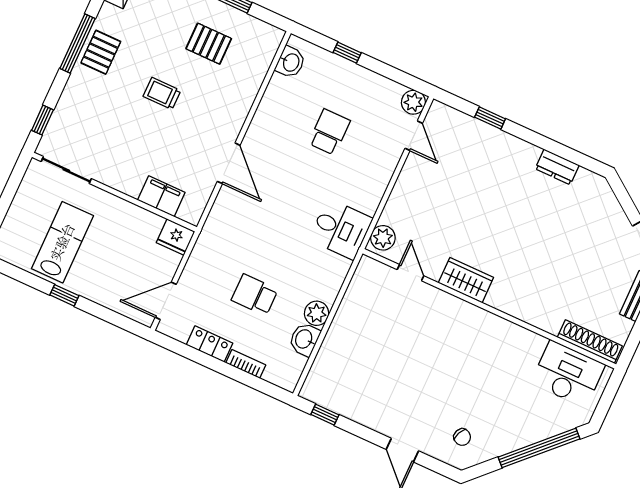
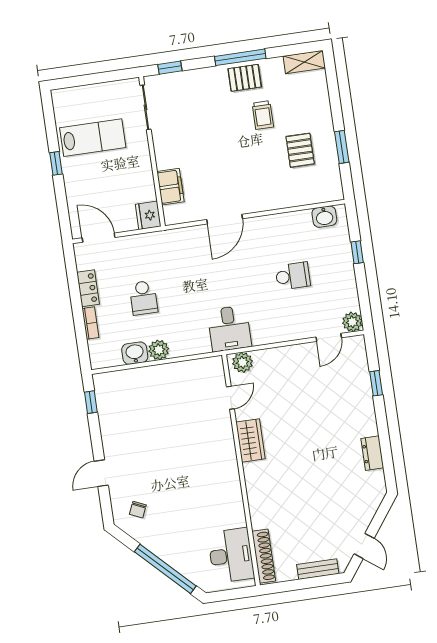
trolley: (162, 93) -> (263, 115), moved, turned 180
school desk: (255, 295) -> (143, 298), turned 180

